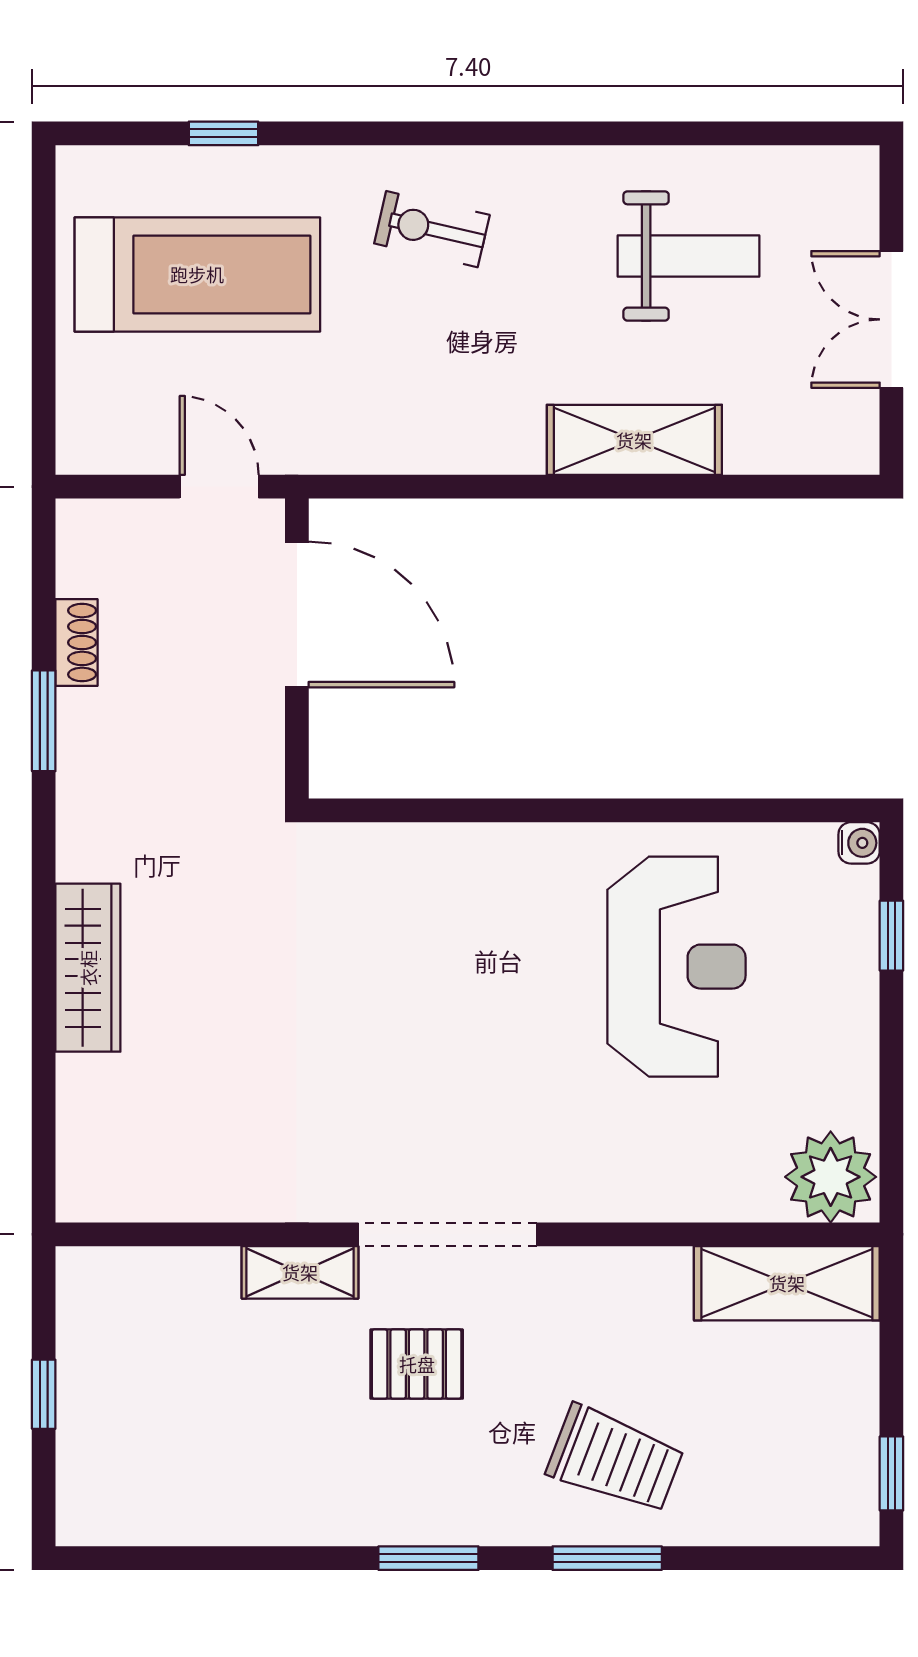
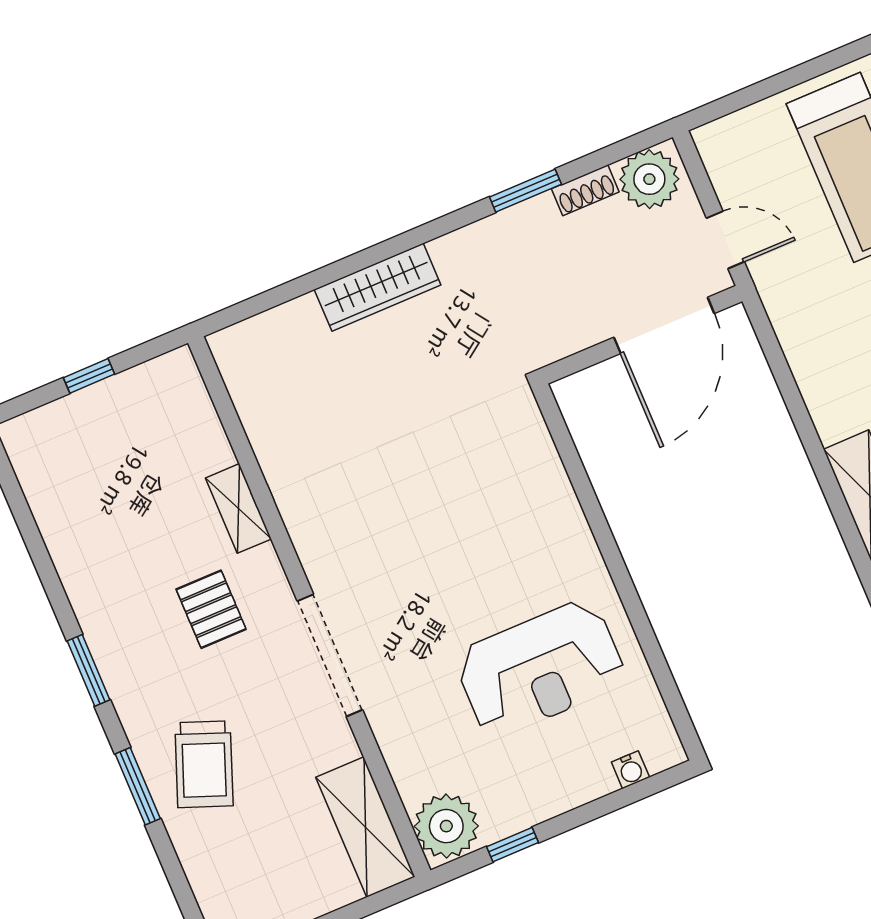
door: (219, 487) -> (725, 240), hinge flipped
plant: (97, 552) -> (649, 179), added
water cooler: (859, 843) -> (630, 770), moved
window: (891, 936) -> (513, 845), moved
doorway: (448, 1234) -> (330, 655), moved

